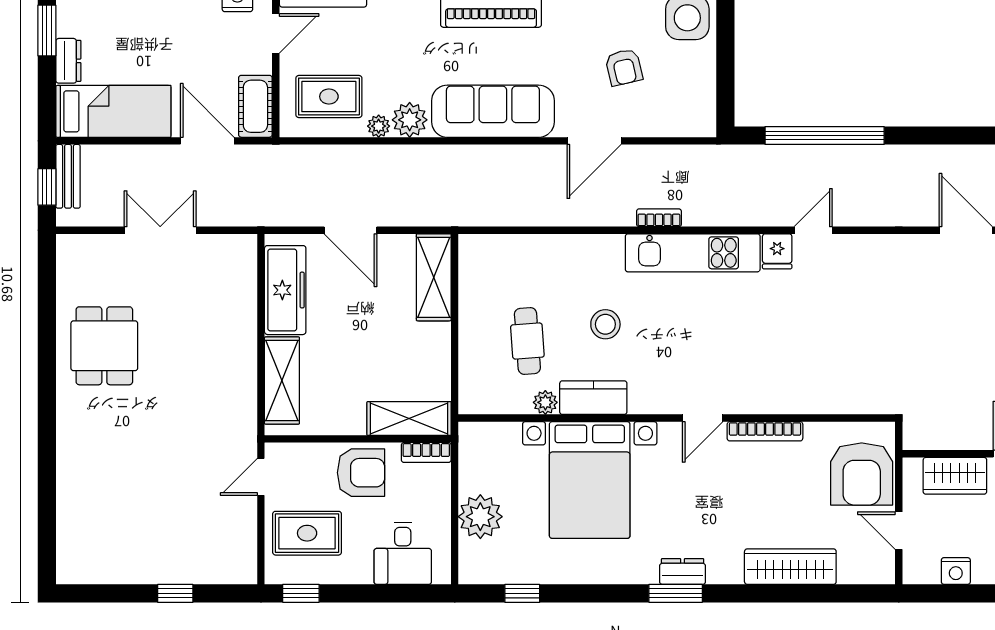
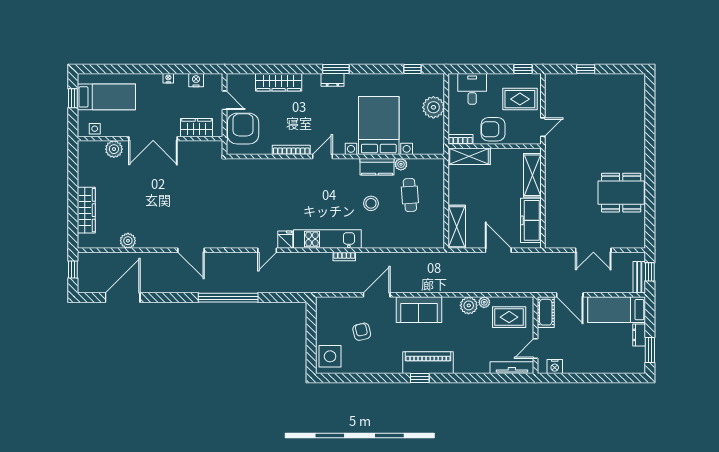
sofa: (493, 111) -> (419, 310), width x0.73
window: (825, 135) -> (228, 298), moved
dining table: (104, 346) -> (621, 193), width x1.37

